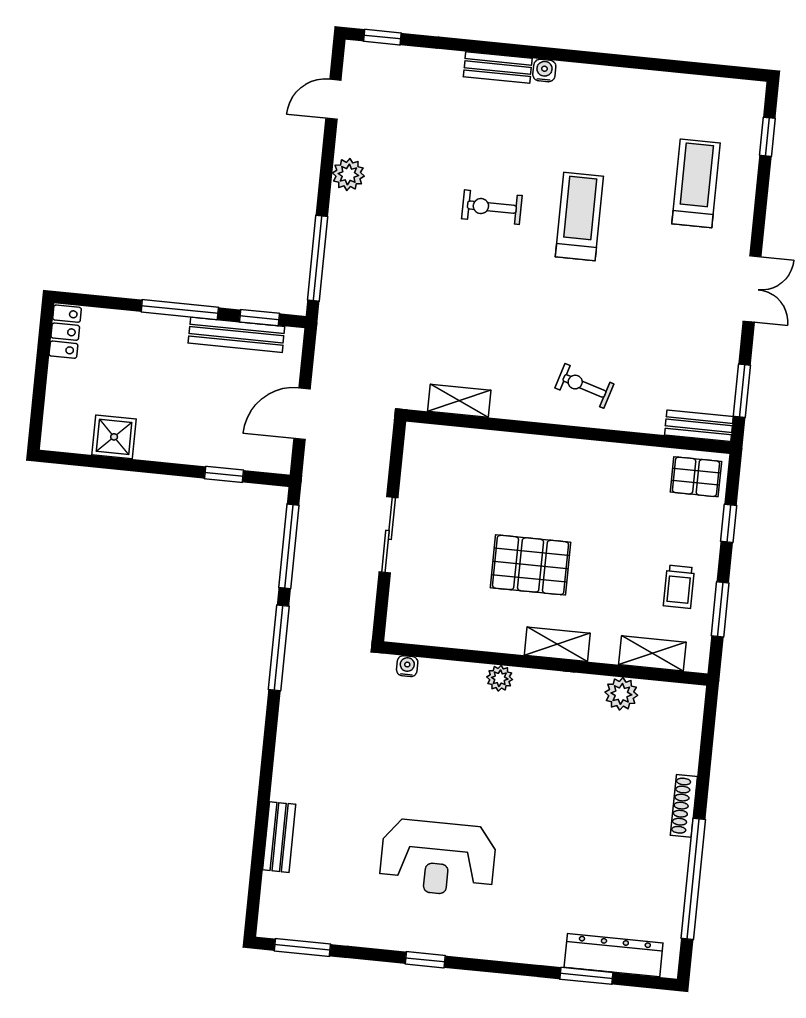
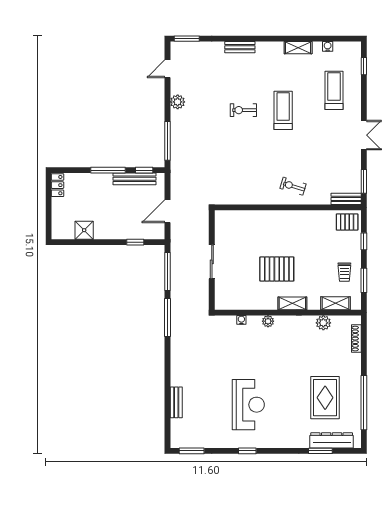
window: (382, 37) -> (187, 39), width x1.50
water cooler: (544, 70) -> (328, 46), moved
shelving: (459, 401) -> (298, 48), moved
water cooler: (407, 666) -> (241, 320), moved
shoe rack: (684, 806) -> (356, 339), moved
reception desk: (438, 858) -> (248, 405), turned -90
rug: (609, 859) -> (325, 398), added

